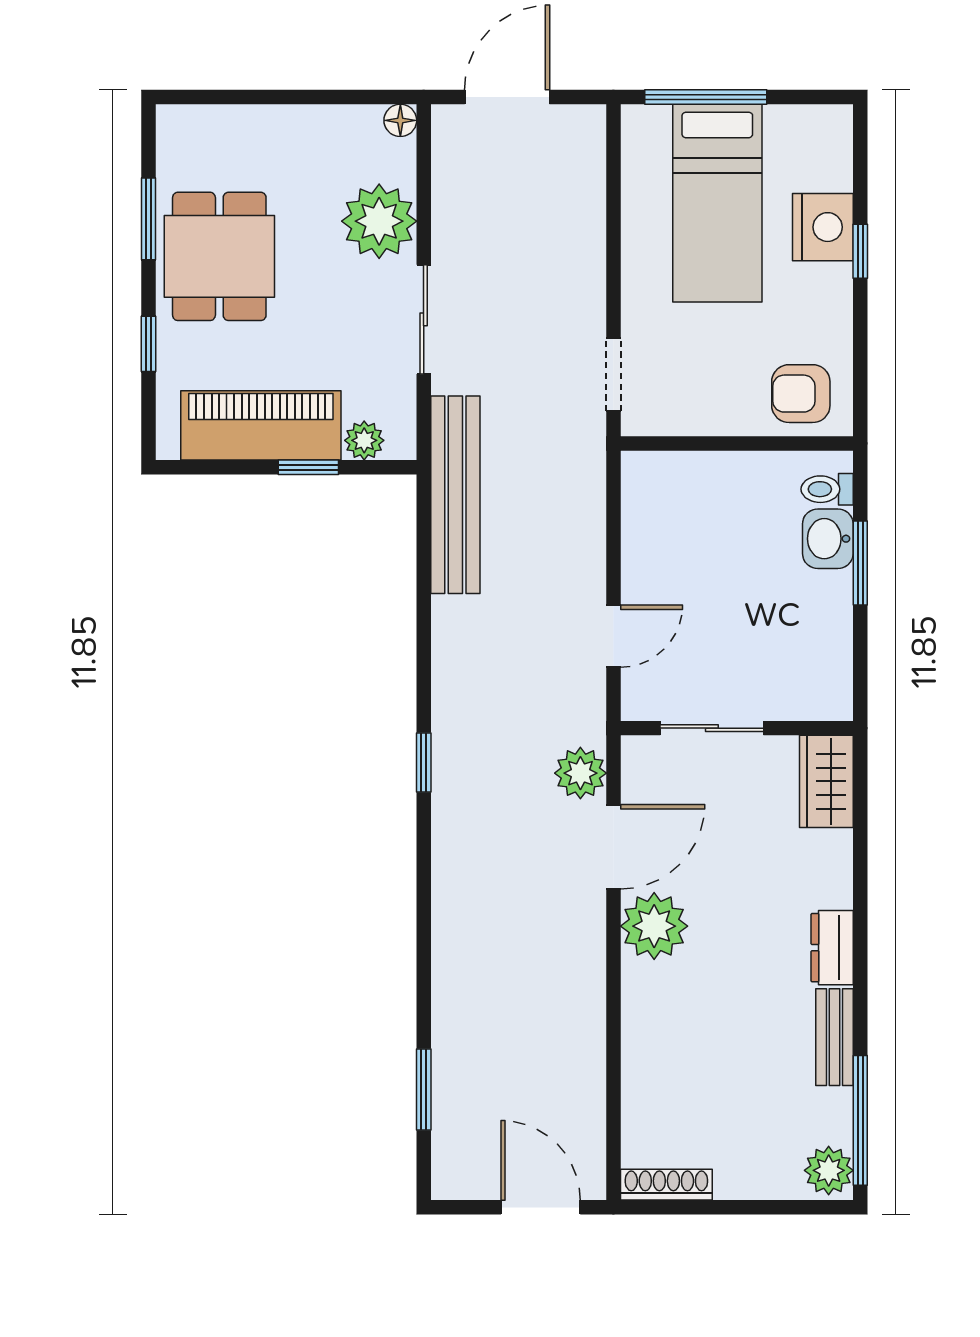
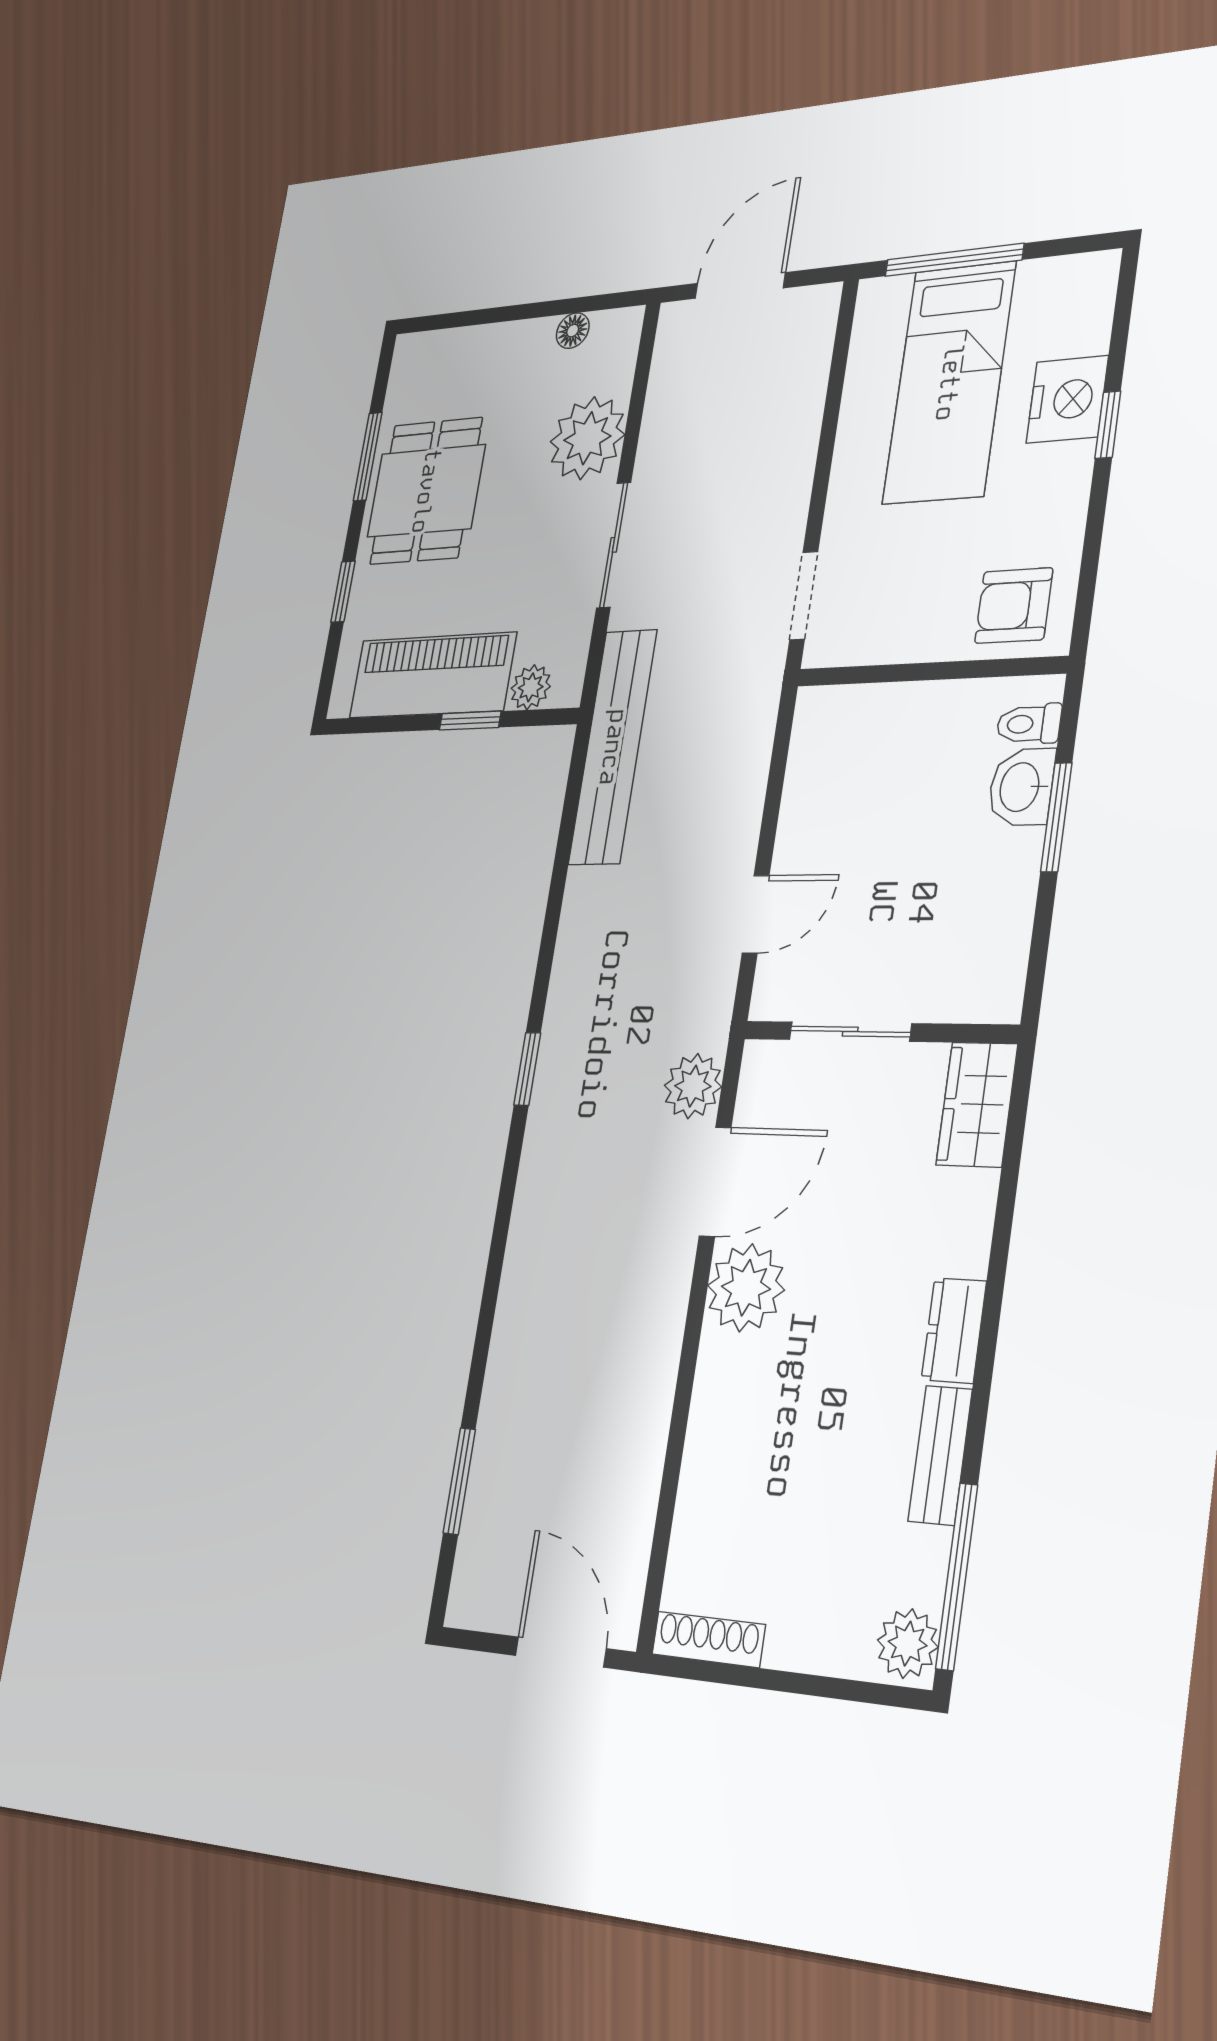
floor lamp: (400, 120) -> (573, 331), moved

